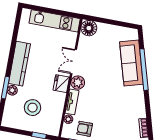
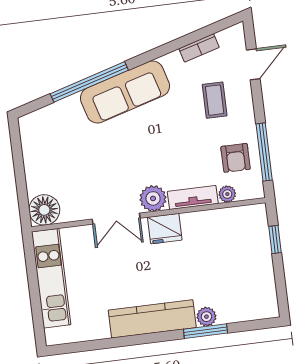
sofa: (131, 63) -> (125, 92), moved
stool: (33, 108) -> (227, 268), removed
coffee table: (116, 128) -> (215, 100), added

